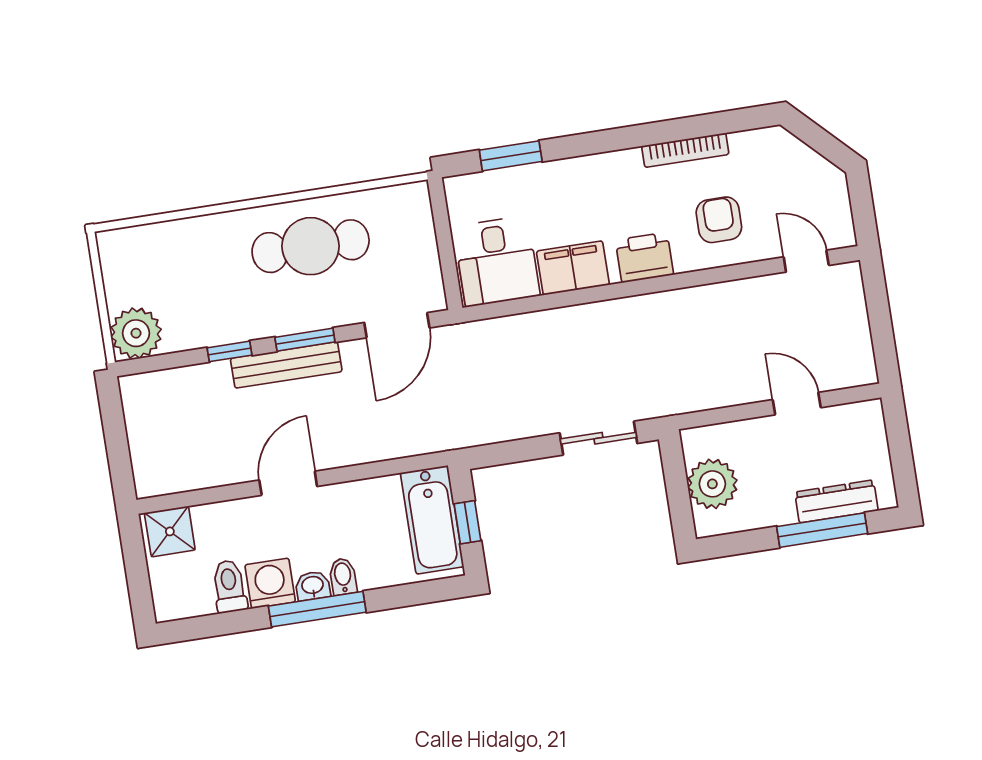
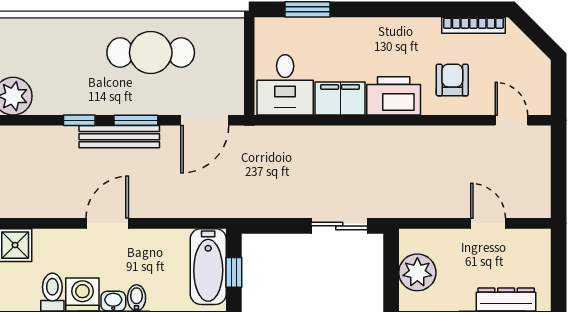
bookcase: (685, 150) -> (474, 25), moved
printer: (645, 257) -> (394, 96), width x1.37, depth x1.19

